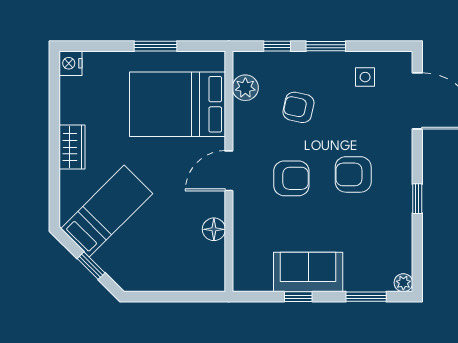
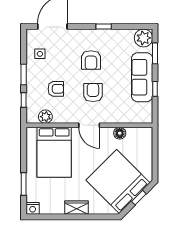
window: (156, 46) -> (24, 184), moved
armchair: (298, 107) -> (56, 89), turned -102
bed: (107, 211) -> (118, 182), width x2.04
sofa: (308, 272) -> (142, 77), width x1.36
plant: (403, 283) -> (144, 38), width x1.87, depth x1.87

